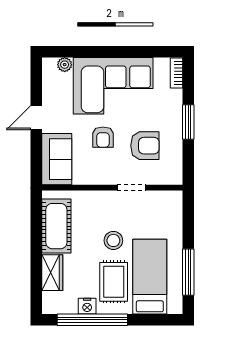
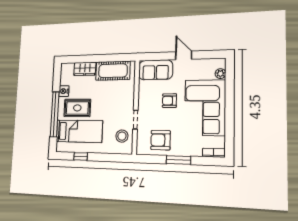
armchair: (145, 146) -> (161, 140), moved, turned 90
stool: (113, 240) -> (122, 136), moved
window: (188, 272) -> (81, 156), width x0.46
window: (92, 320) -> (55, 114), moved

